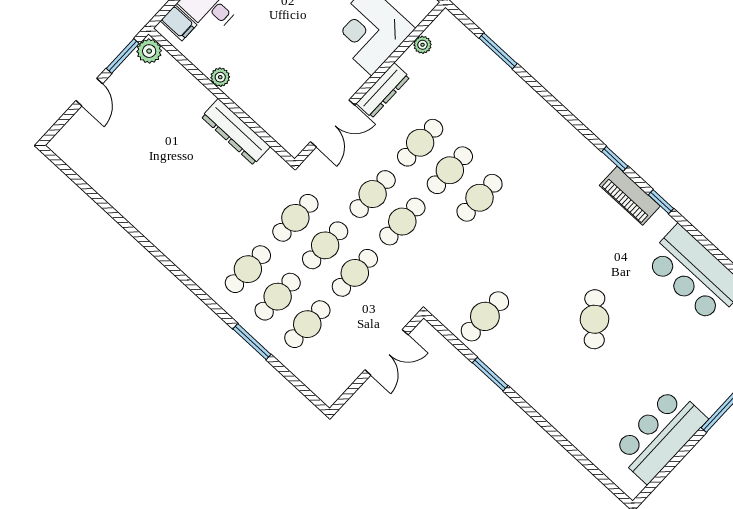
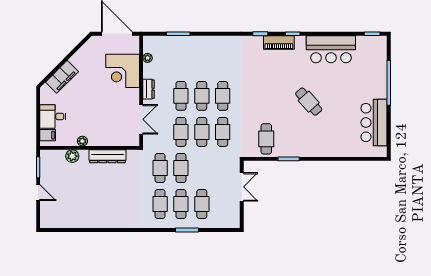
plant: (149, 51) -> (72, 156), moved
dresser: (383, 90) -> (149, 89), width x0.70
cafe table: (355, 273) -> (223, 132), moved

